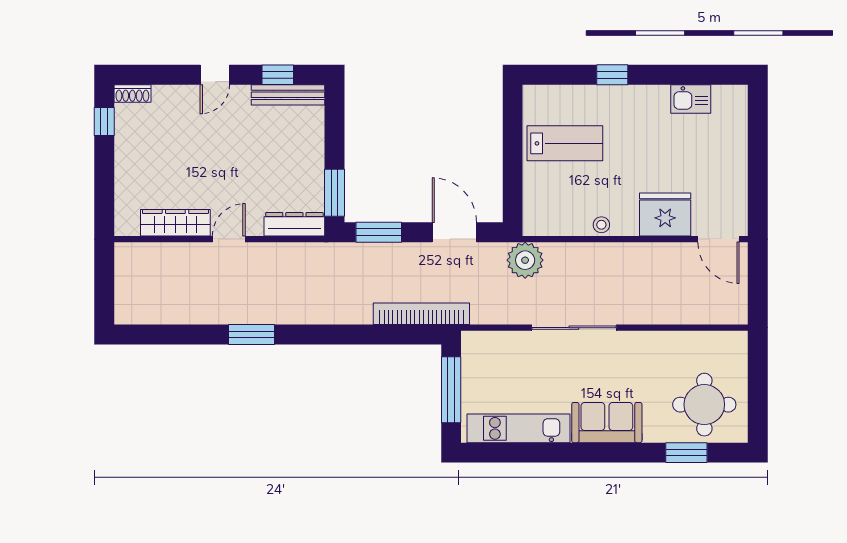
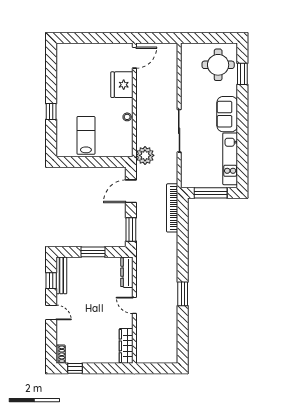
kitchen sink: (691, 99) -> (64, 72), removed
window: (335, 193) -> (93, 252), moved
wardrobe: (175, 223) -> (126, 346), moved

